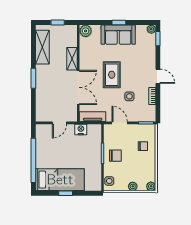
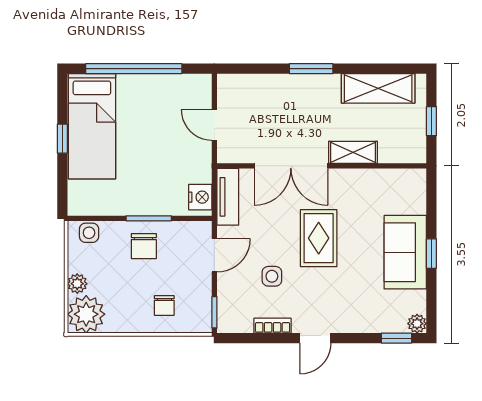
plant: (86, 31) -> (413, 182), removed
rug: (112, 75) -> (319, 238), turned 90
nightstand: (81, 129) -> (200, 197), moved
plant: (151, 186) -> (86, 314), width x1.87, depth x1.87

